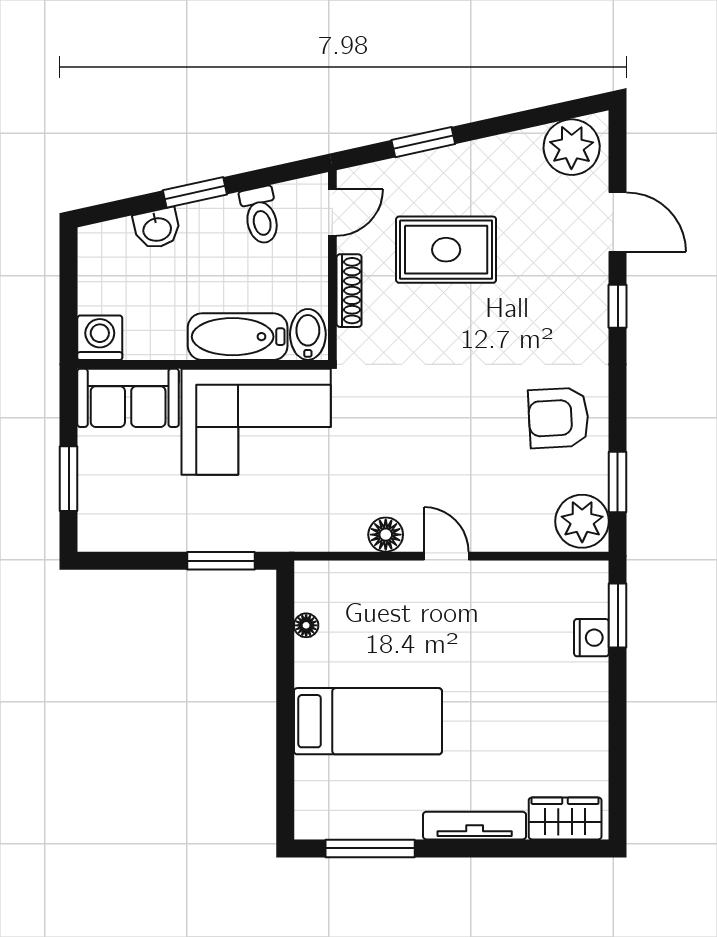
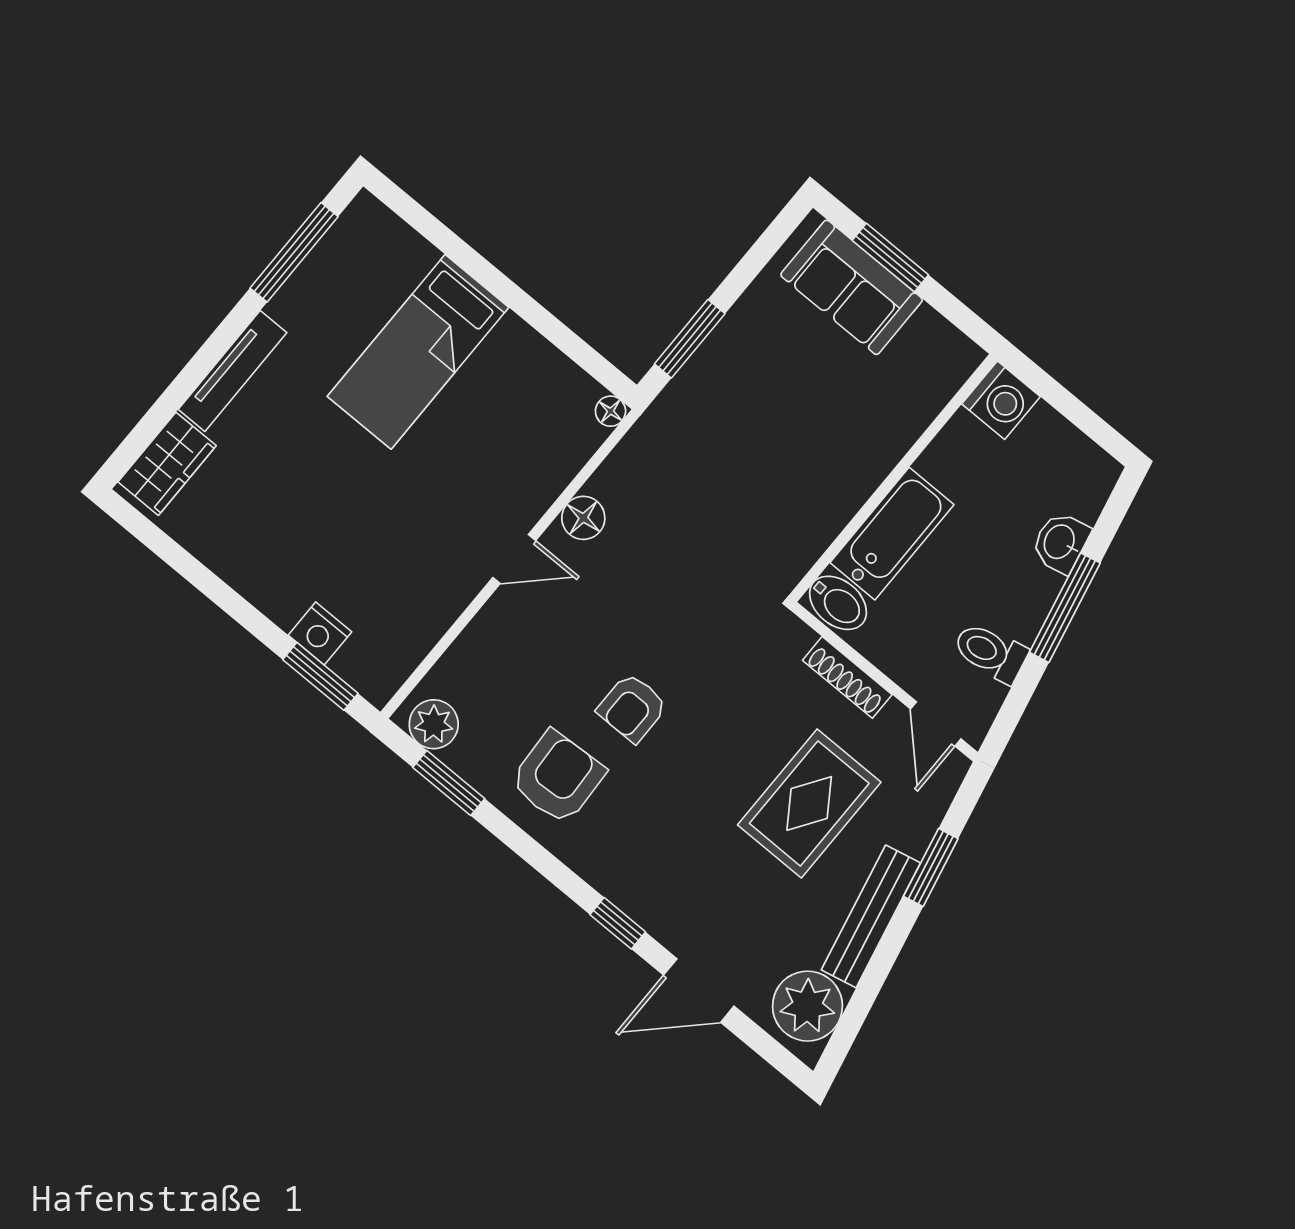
bench: (484, 154) -> (871, 916), added
window: (195, 192) -> (1065, 608), width x1.44
sofa: (128, 398) -> (852, 287), moved, turned -90
armchair: (478, 407) -> (632, 708), added
corner sofa: (256, 422) -> (795, 483), removed
plant: (582, 521) -> (434, 724), width x0.73, depth x0.73
floor lamp: (306, 625) -> (611, 411), moved

